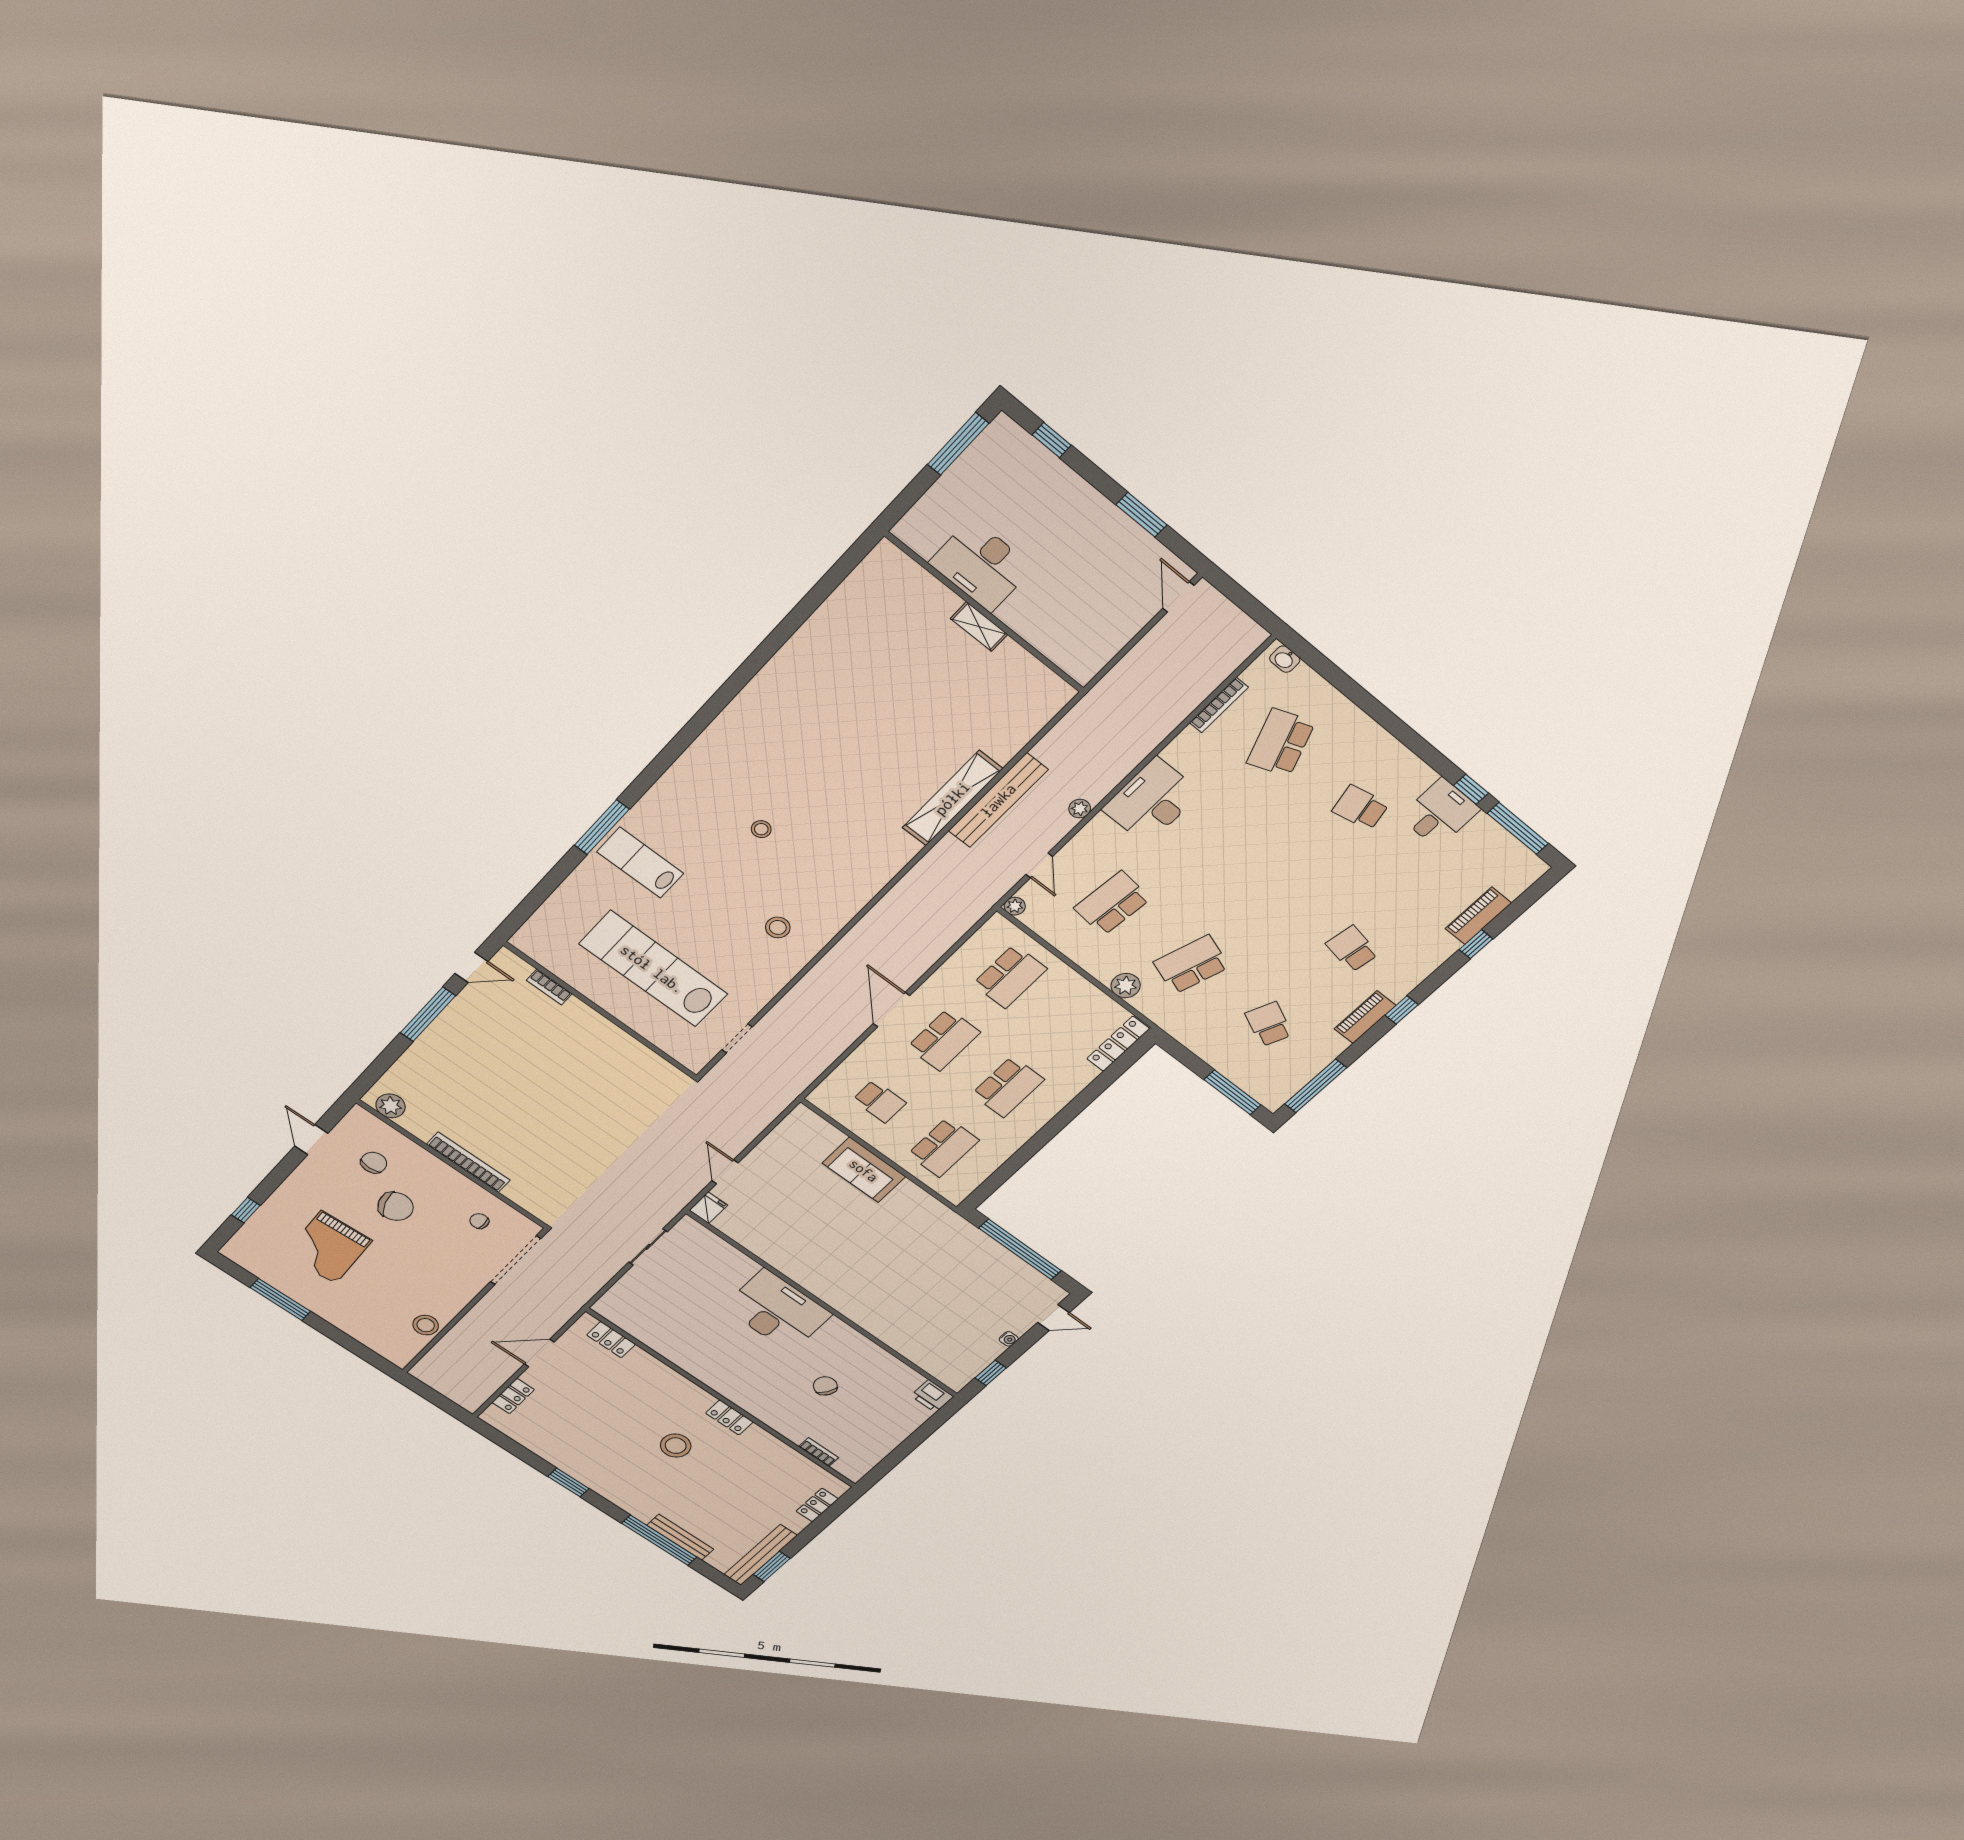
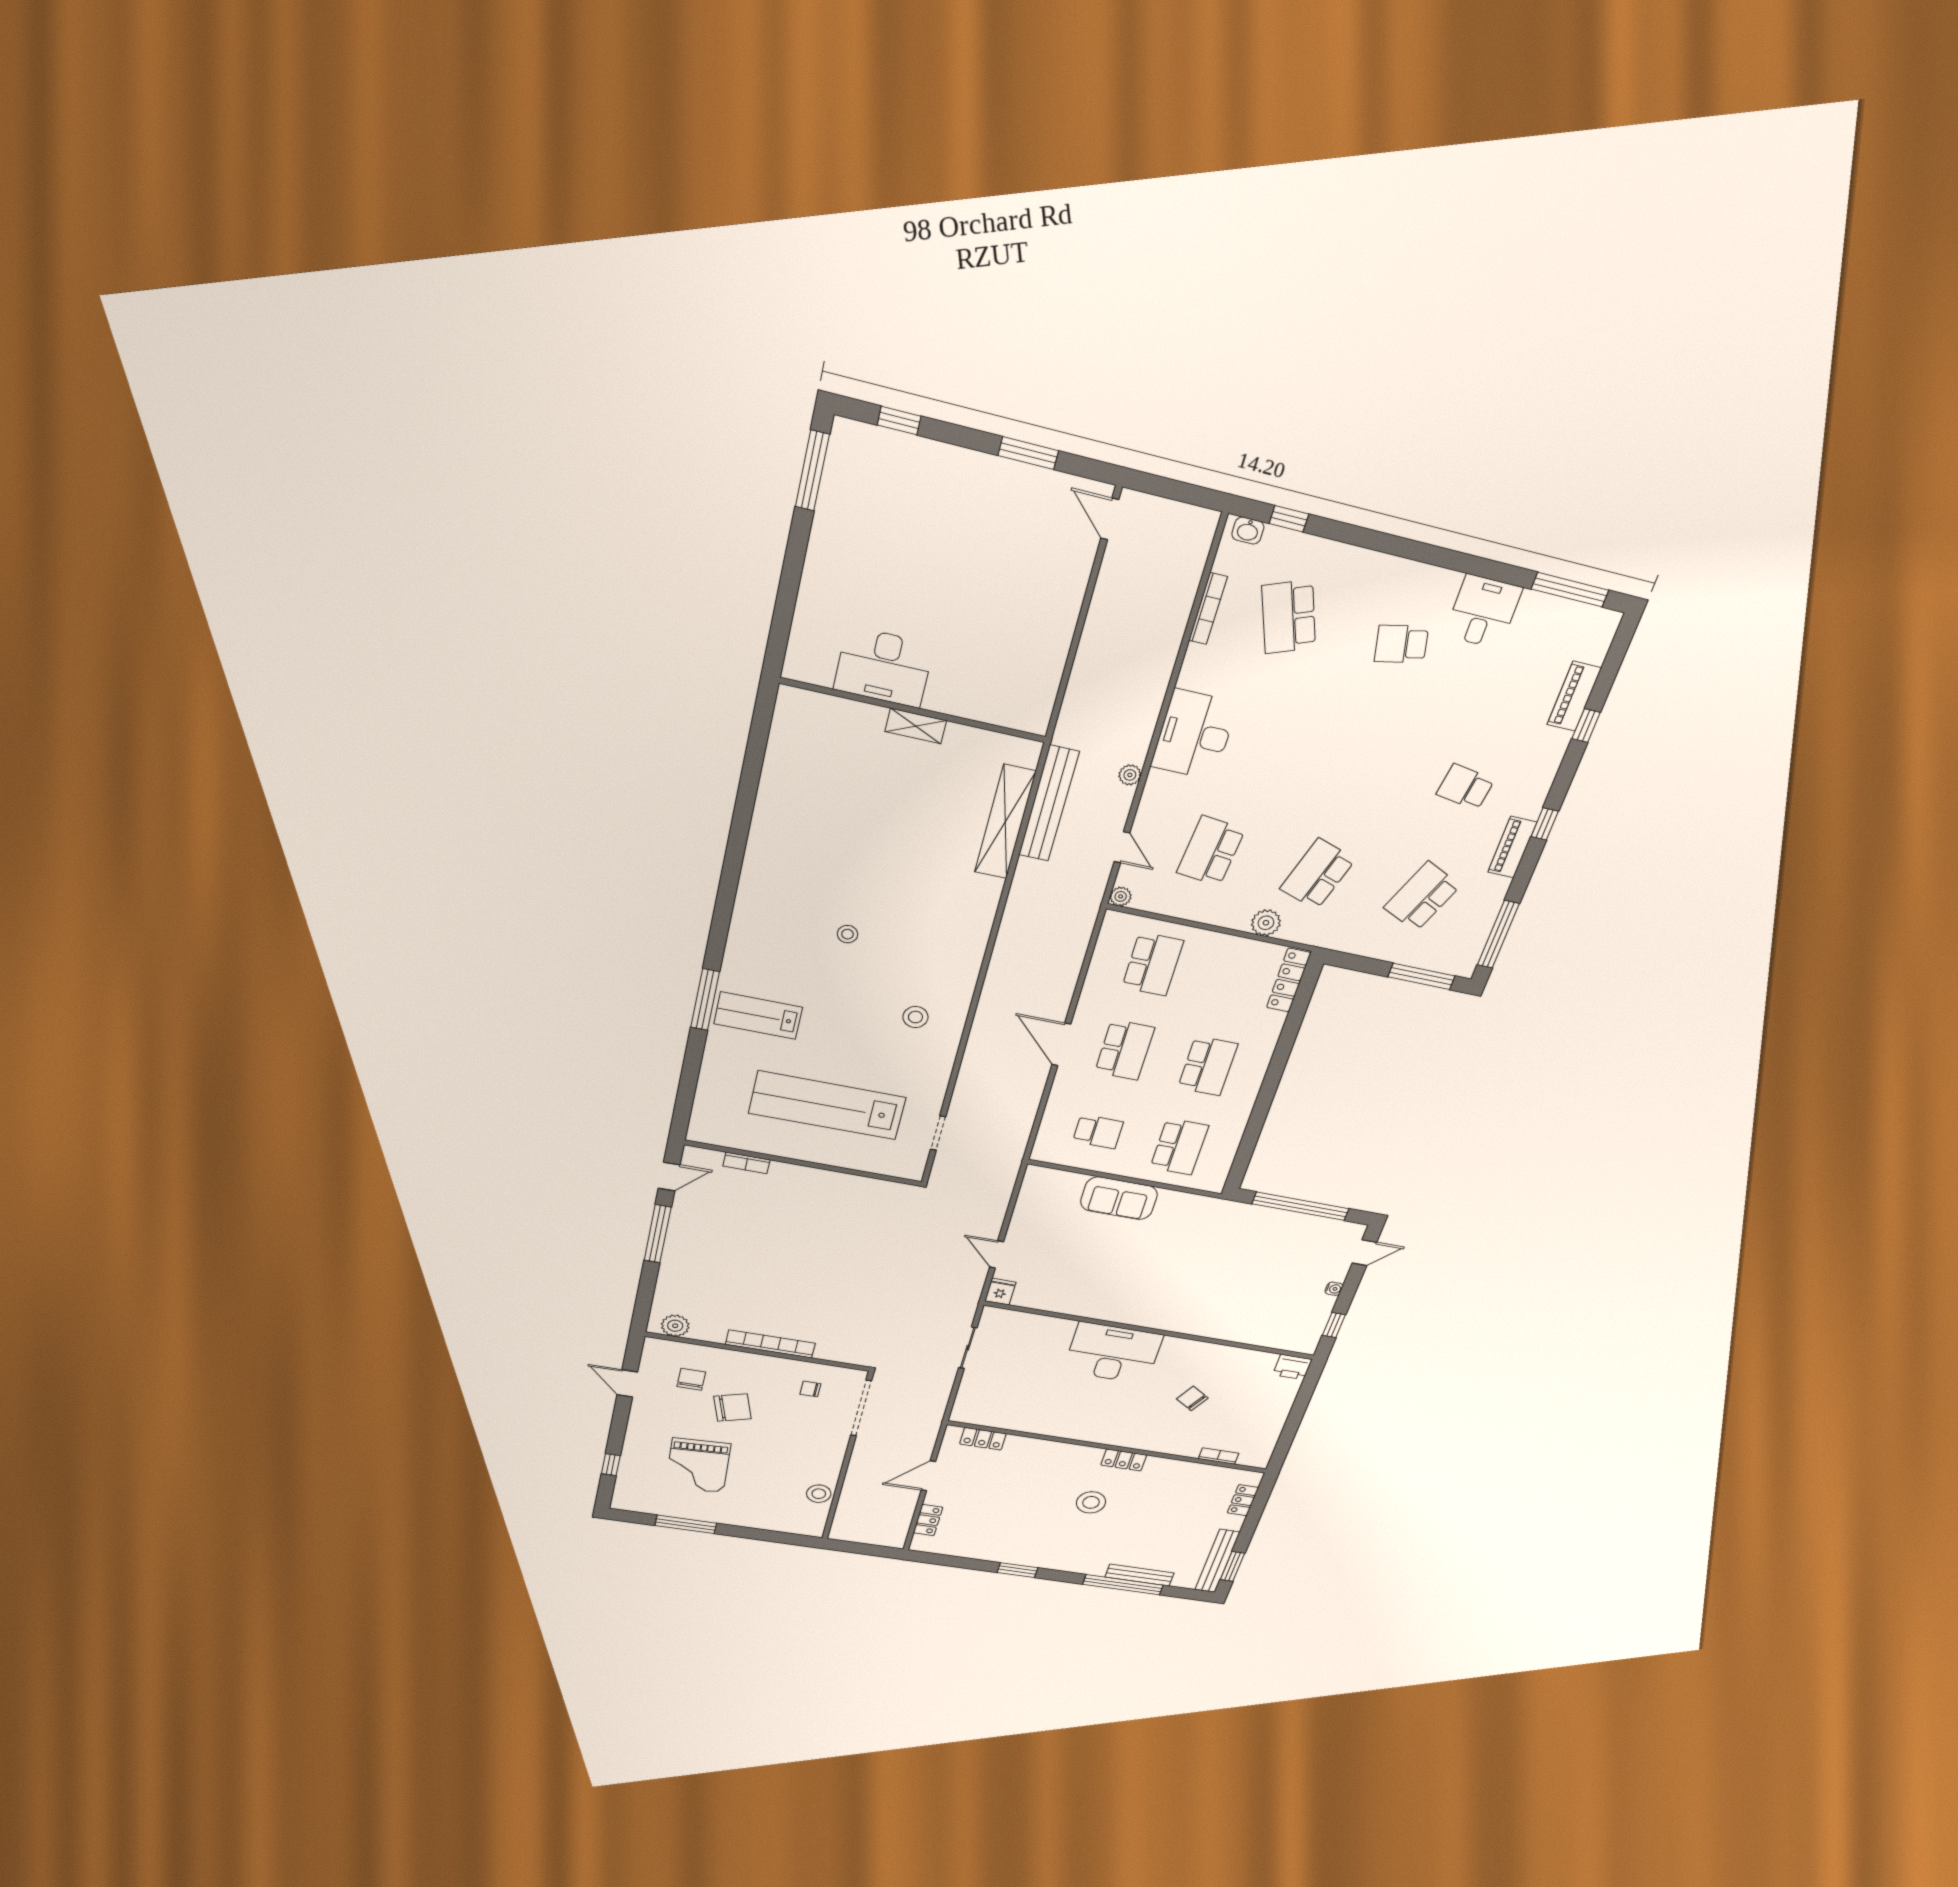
desk: (981, 565) -> (884, 667), moved
wall: (985, 613) -> (914, 710), moved
shelving: (979, 627) -> (916, 726), moved
window: (1471, 789) -> (1289, 519), moved
school desk: (1269, 1024) -> (1422, 897), width x1.85

